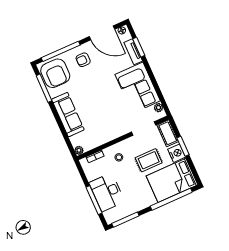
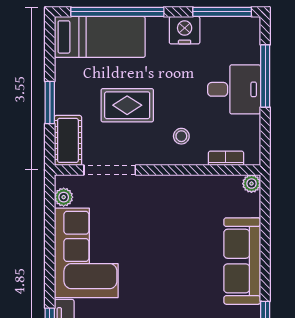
nightstand: (177, 153) -> (185, 30), moved, turned 90
bed: (172, 180) -> (100, 37), width x0.67
desk: (107, 192) -> (234, 89), width x0.73

